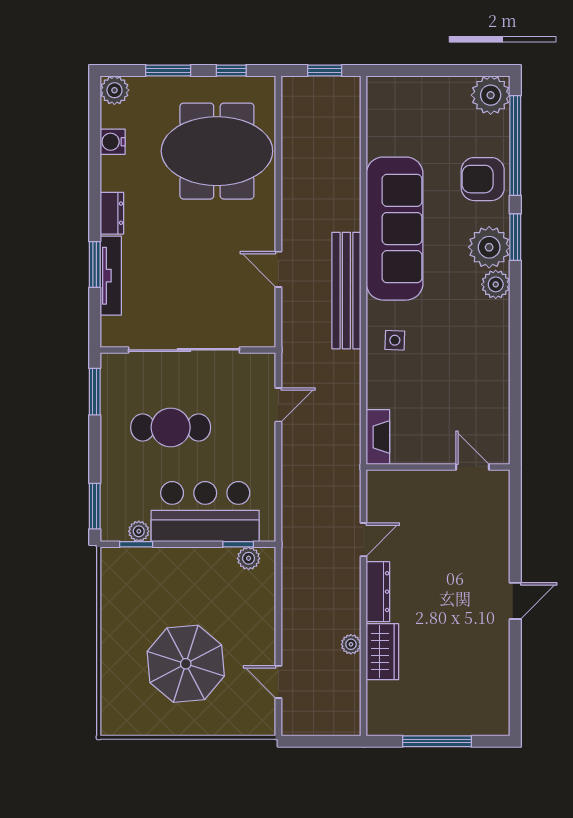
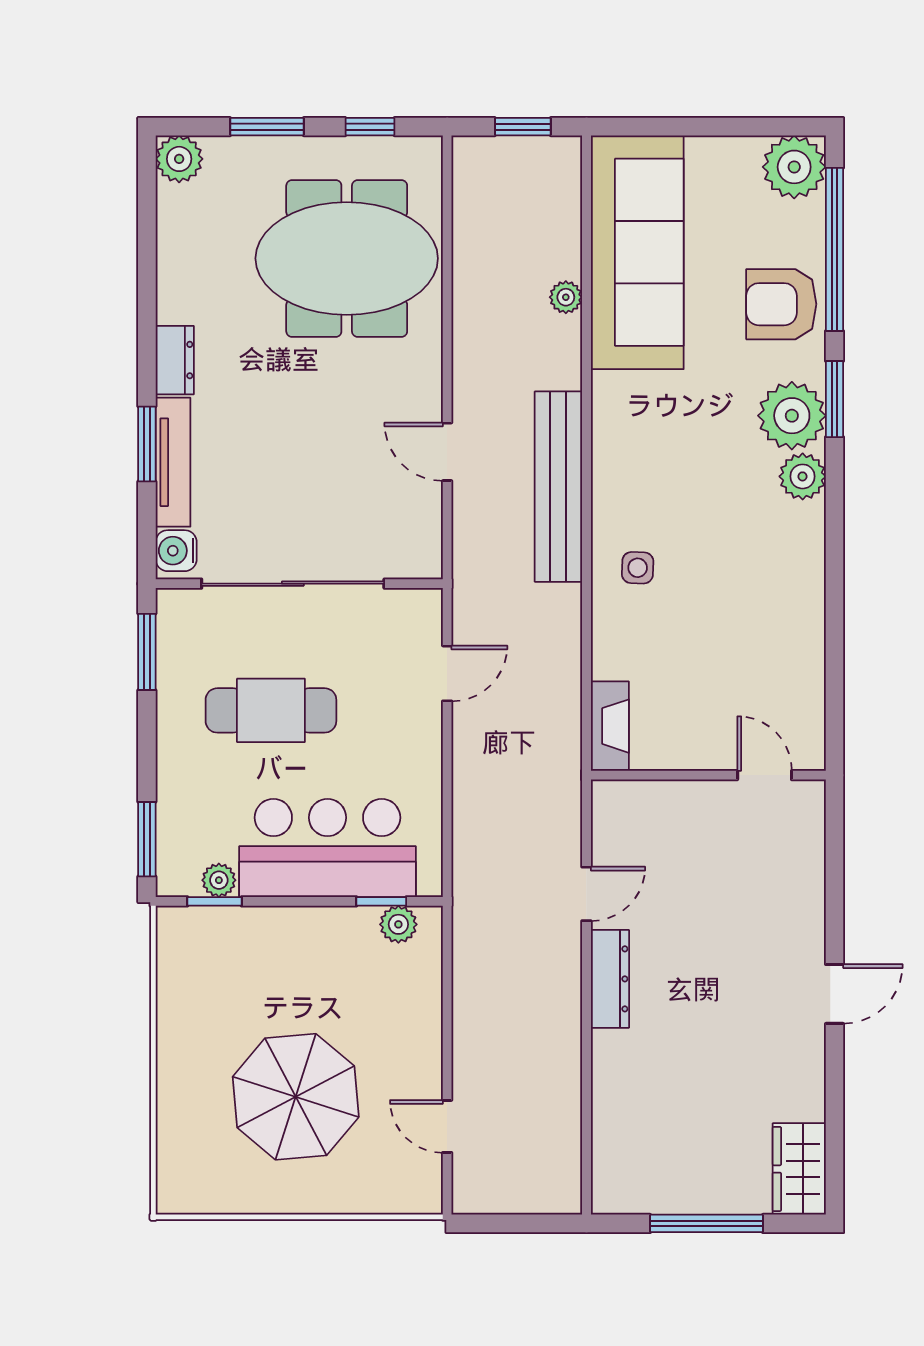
water cooler: (113, 142) -> (176, 551), moved
sofa: (395, 229) -> (637, 252), moved
plant: (351, 644) -> (566, 297), moved
wardrobe: (382, 652) -> (799, 1169), moved, turned 180

